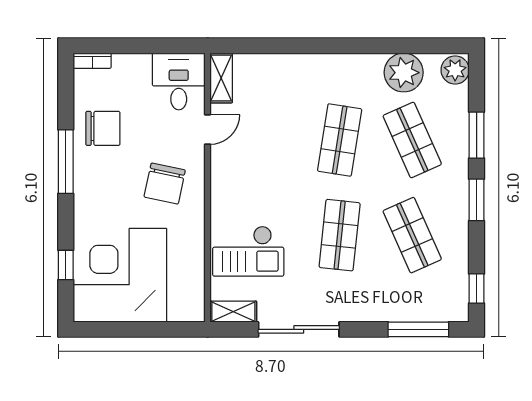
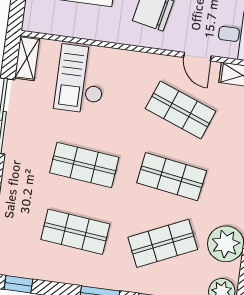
shop shelf: (267, 140) -> (181, 110), added
shop shelf: (412, 235) -> (75, 232), turned 30

